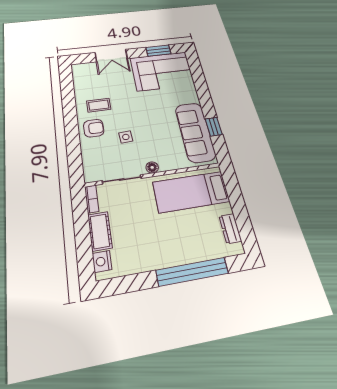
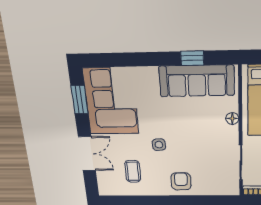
coffee table: (99, 105) -> (133, 171), moved
side table: (126, 137) -> (159, 145), moved
floor lamp: (152, 167) -> (232, 118), moved

